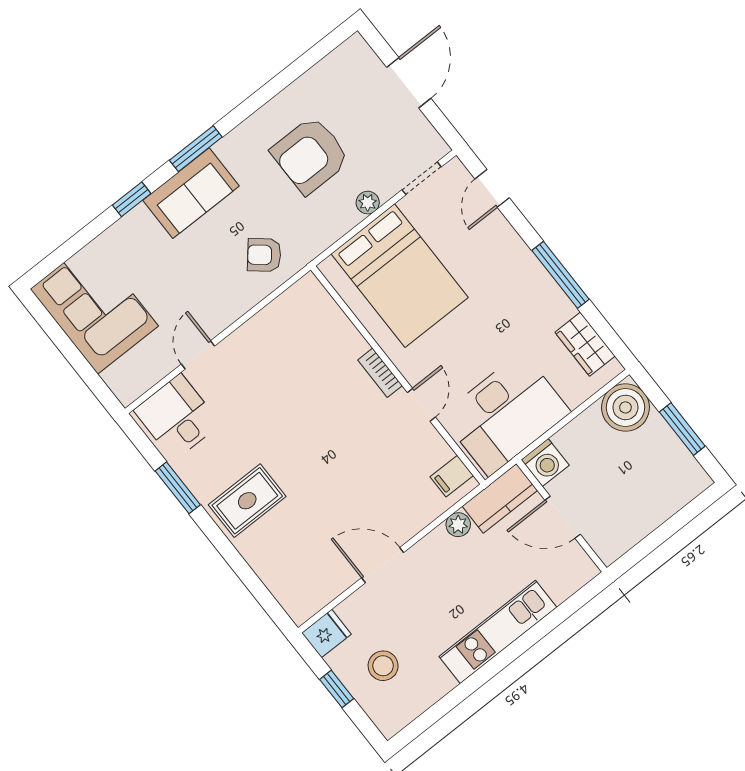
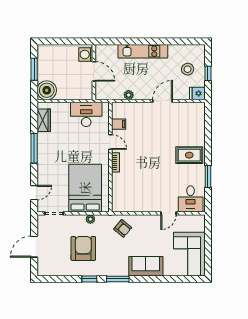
armchair: (310, 155) -> (83, 248), turned -90
sofa: (191, 193) -> (146, 266), moved
window: (132, 199) -> (89, 279), moved
plant: (368, 203) -> (90, 219), moved
door: (421, 405) -> (110, 142), swing flipped
desk: (505, 414) -> (86, 114), width x0.73, depth x0.77
washing machine: (545, 462) -> (86, 55), moved, turned -90
filing cabinet: (452, 476) -> (119, 124), moved
kitchen counter: (500, 498) -> (109, 93), removed
door: (383, 565) -> (163, 101), swing flipped

